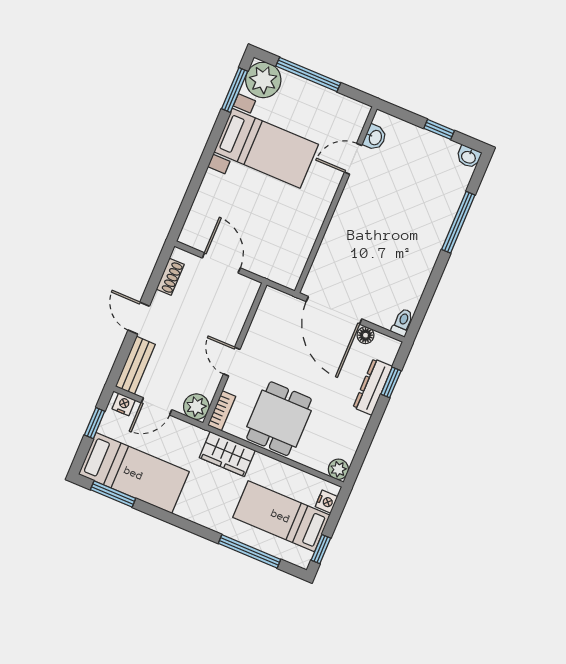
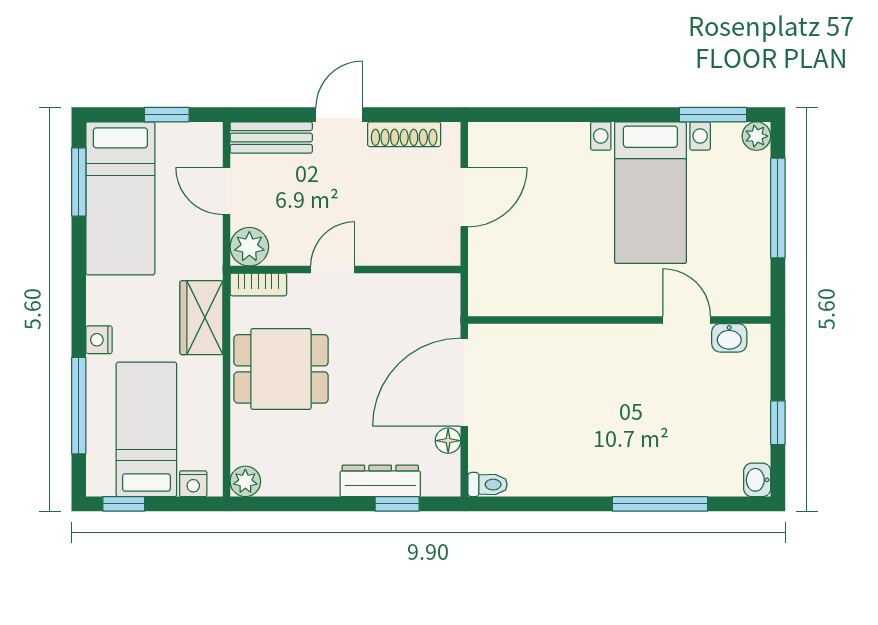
plant: (263, 80) -> (756, 136), width x0.53, depth x0.53
shoe rack: (170, 277) -> (404, 134), width x1.43
nightstand: (124, 404) -> (99, 340), moved, turned 180

